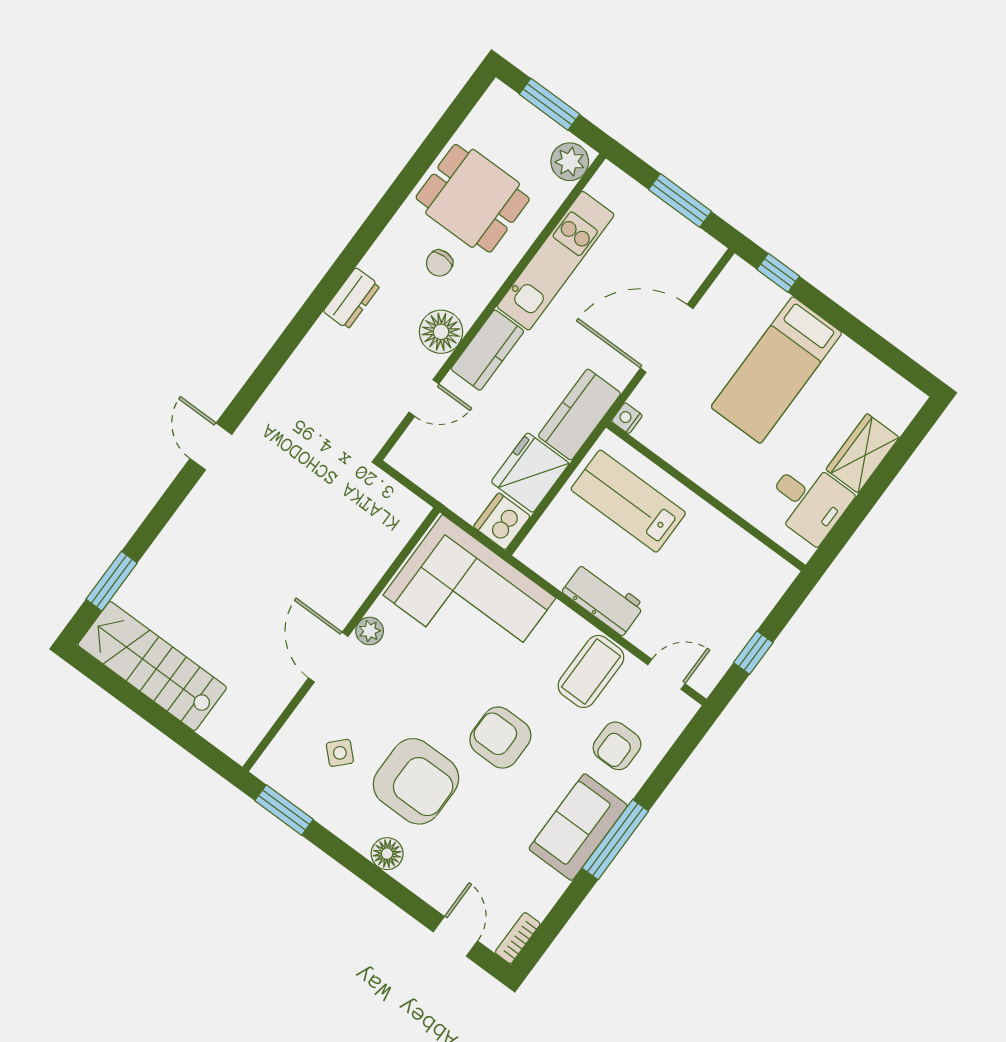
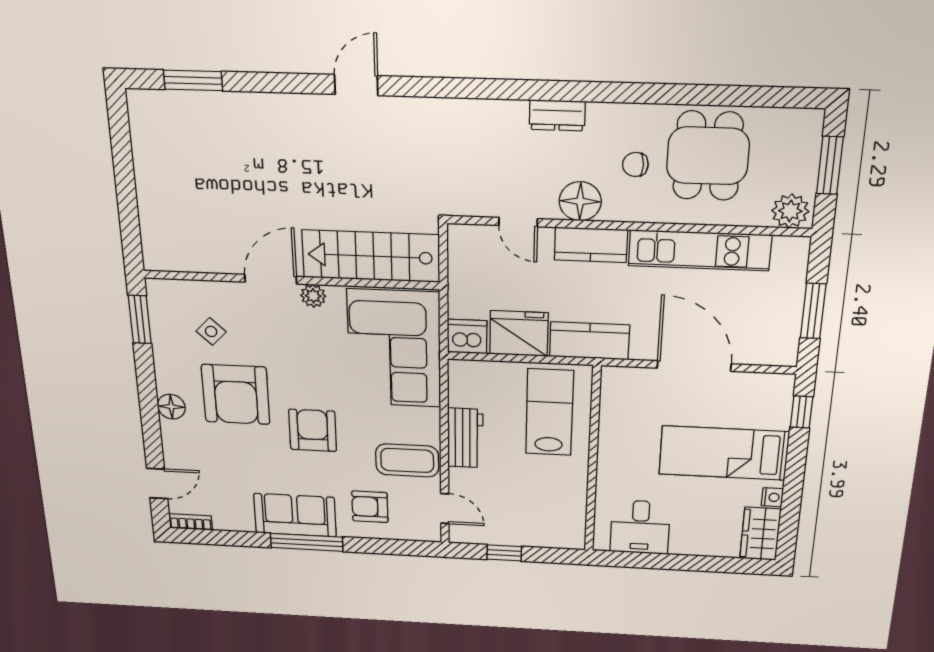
nightstand: (627, 418) -> (772, 497), moved, turned 90
wardrobe: (863, 453) -> (760, 534), moved, turned -90
stairs: (152, 666) -> (371, 256), moved, turned -90

